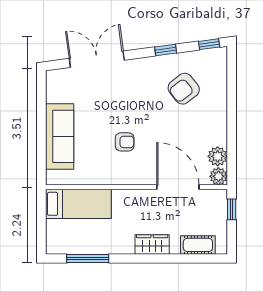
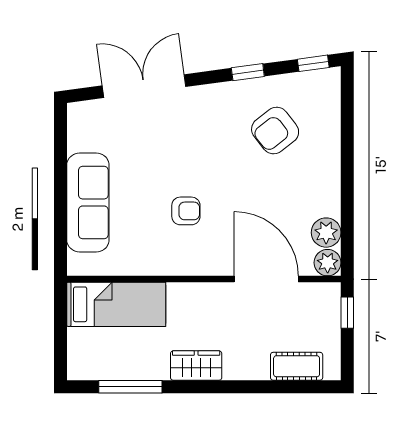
wardrobe: (152, 244) -> (196, 366), moved

